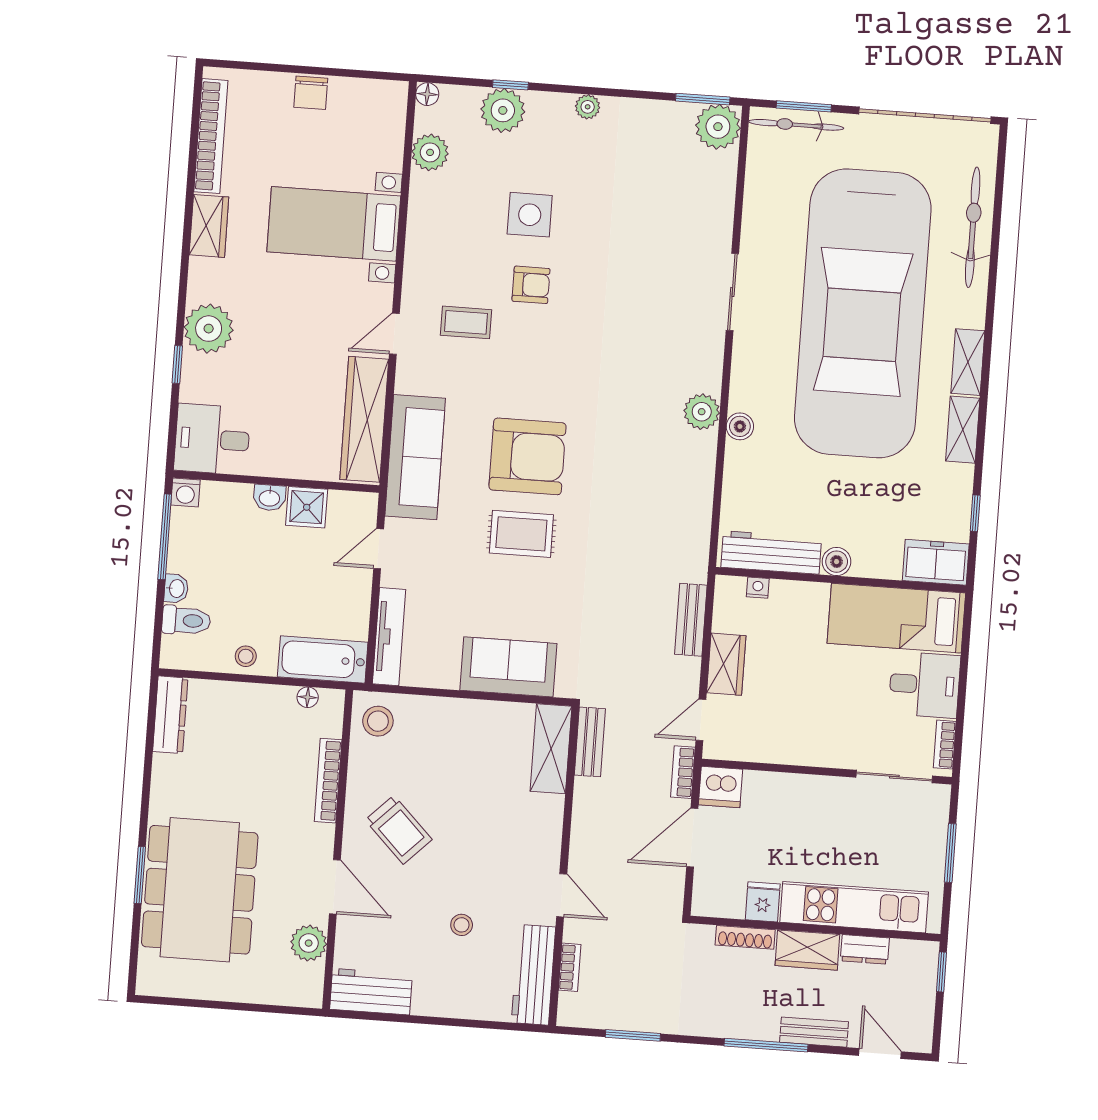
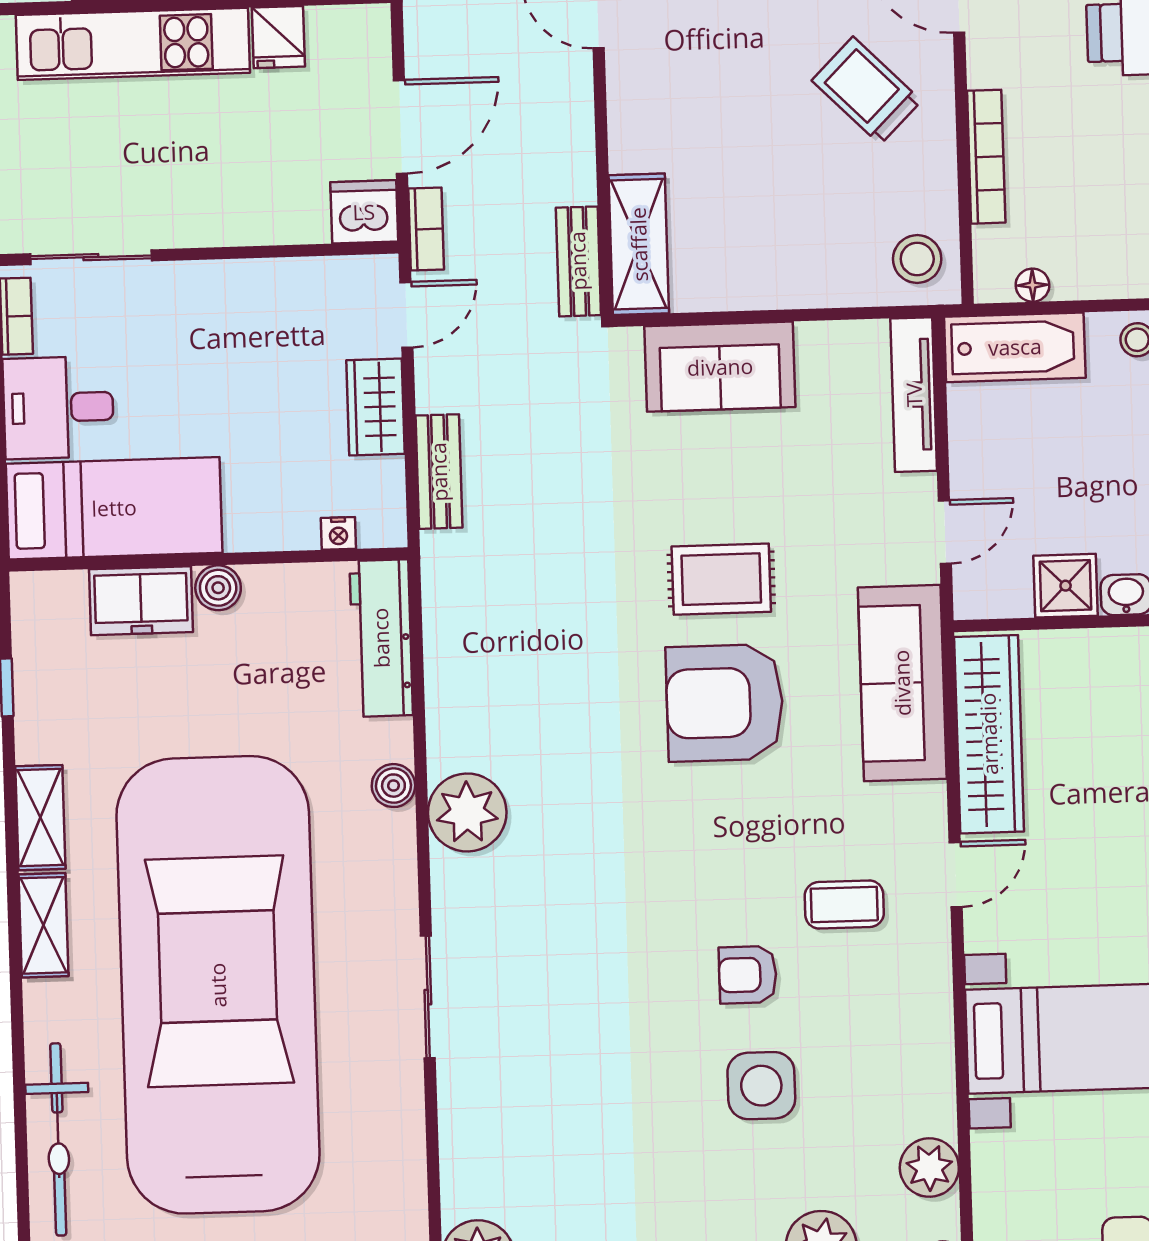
plant: (702, 412) -> (467, 813), width x1.36, depth x1.36
workbench: (771, 553) -> (381, 638), moved, turned 90
freezer: (936, 562) -> (141, 601), moved

